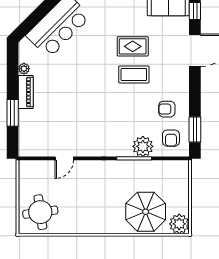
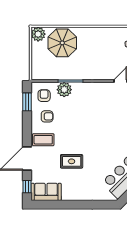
coffee table: (134, 74) -> (43, 140), moved

